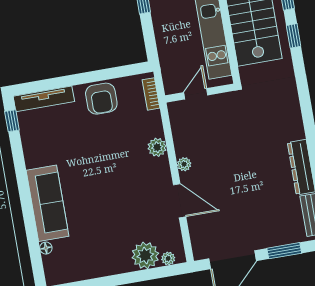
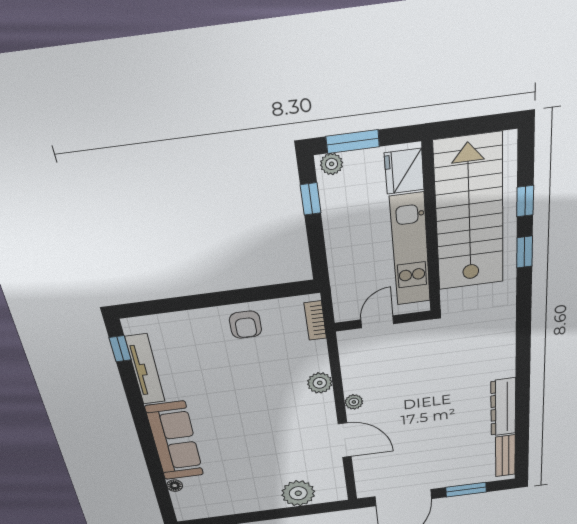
tv unit: (44, 99) -> (145, 369), moved, turned -90
armchair: (101, 99) -> (245, 325), width x0.72, depth x0.72
plant: (168, 259) -> (326, 496), removed

